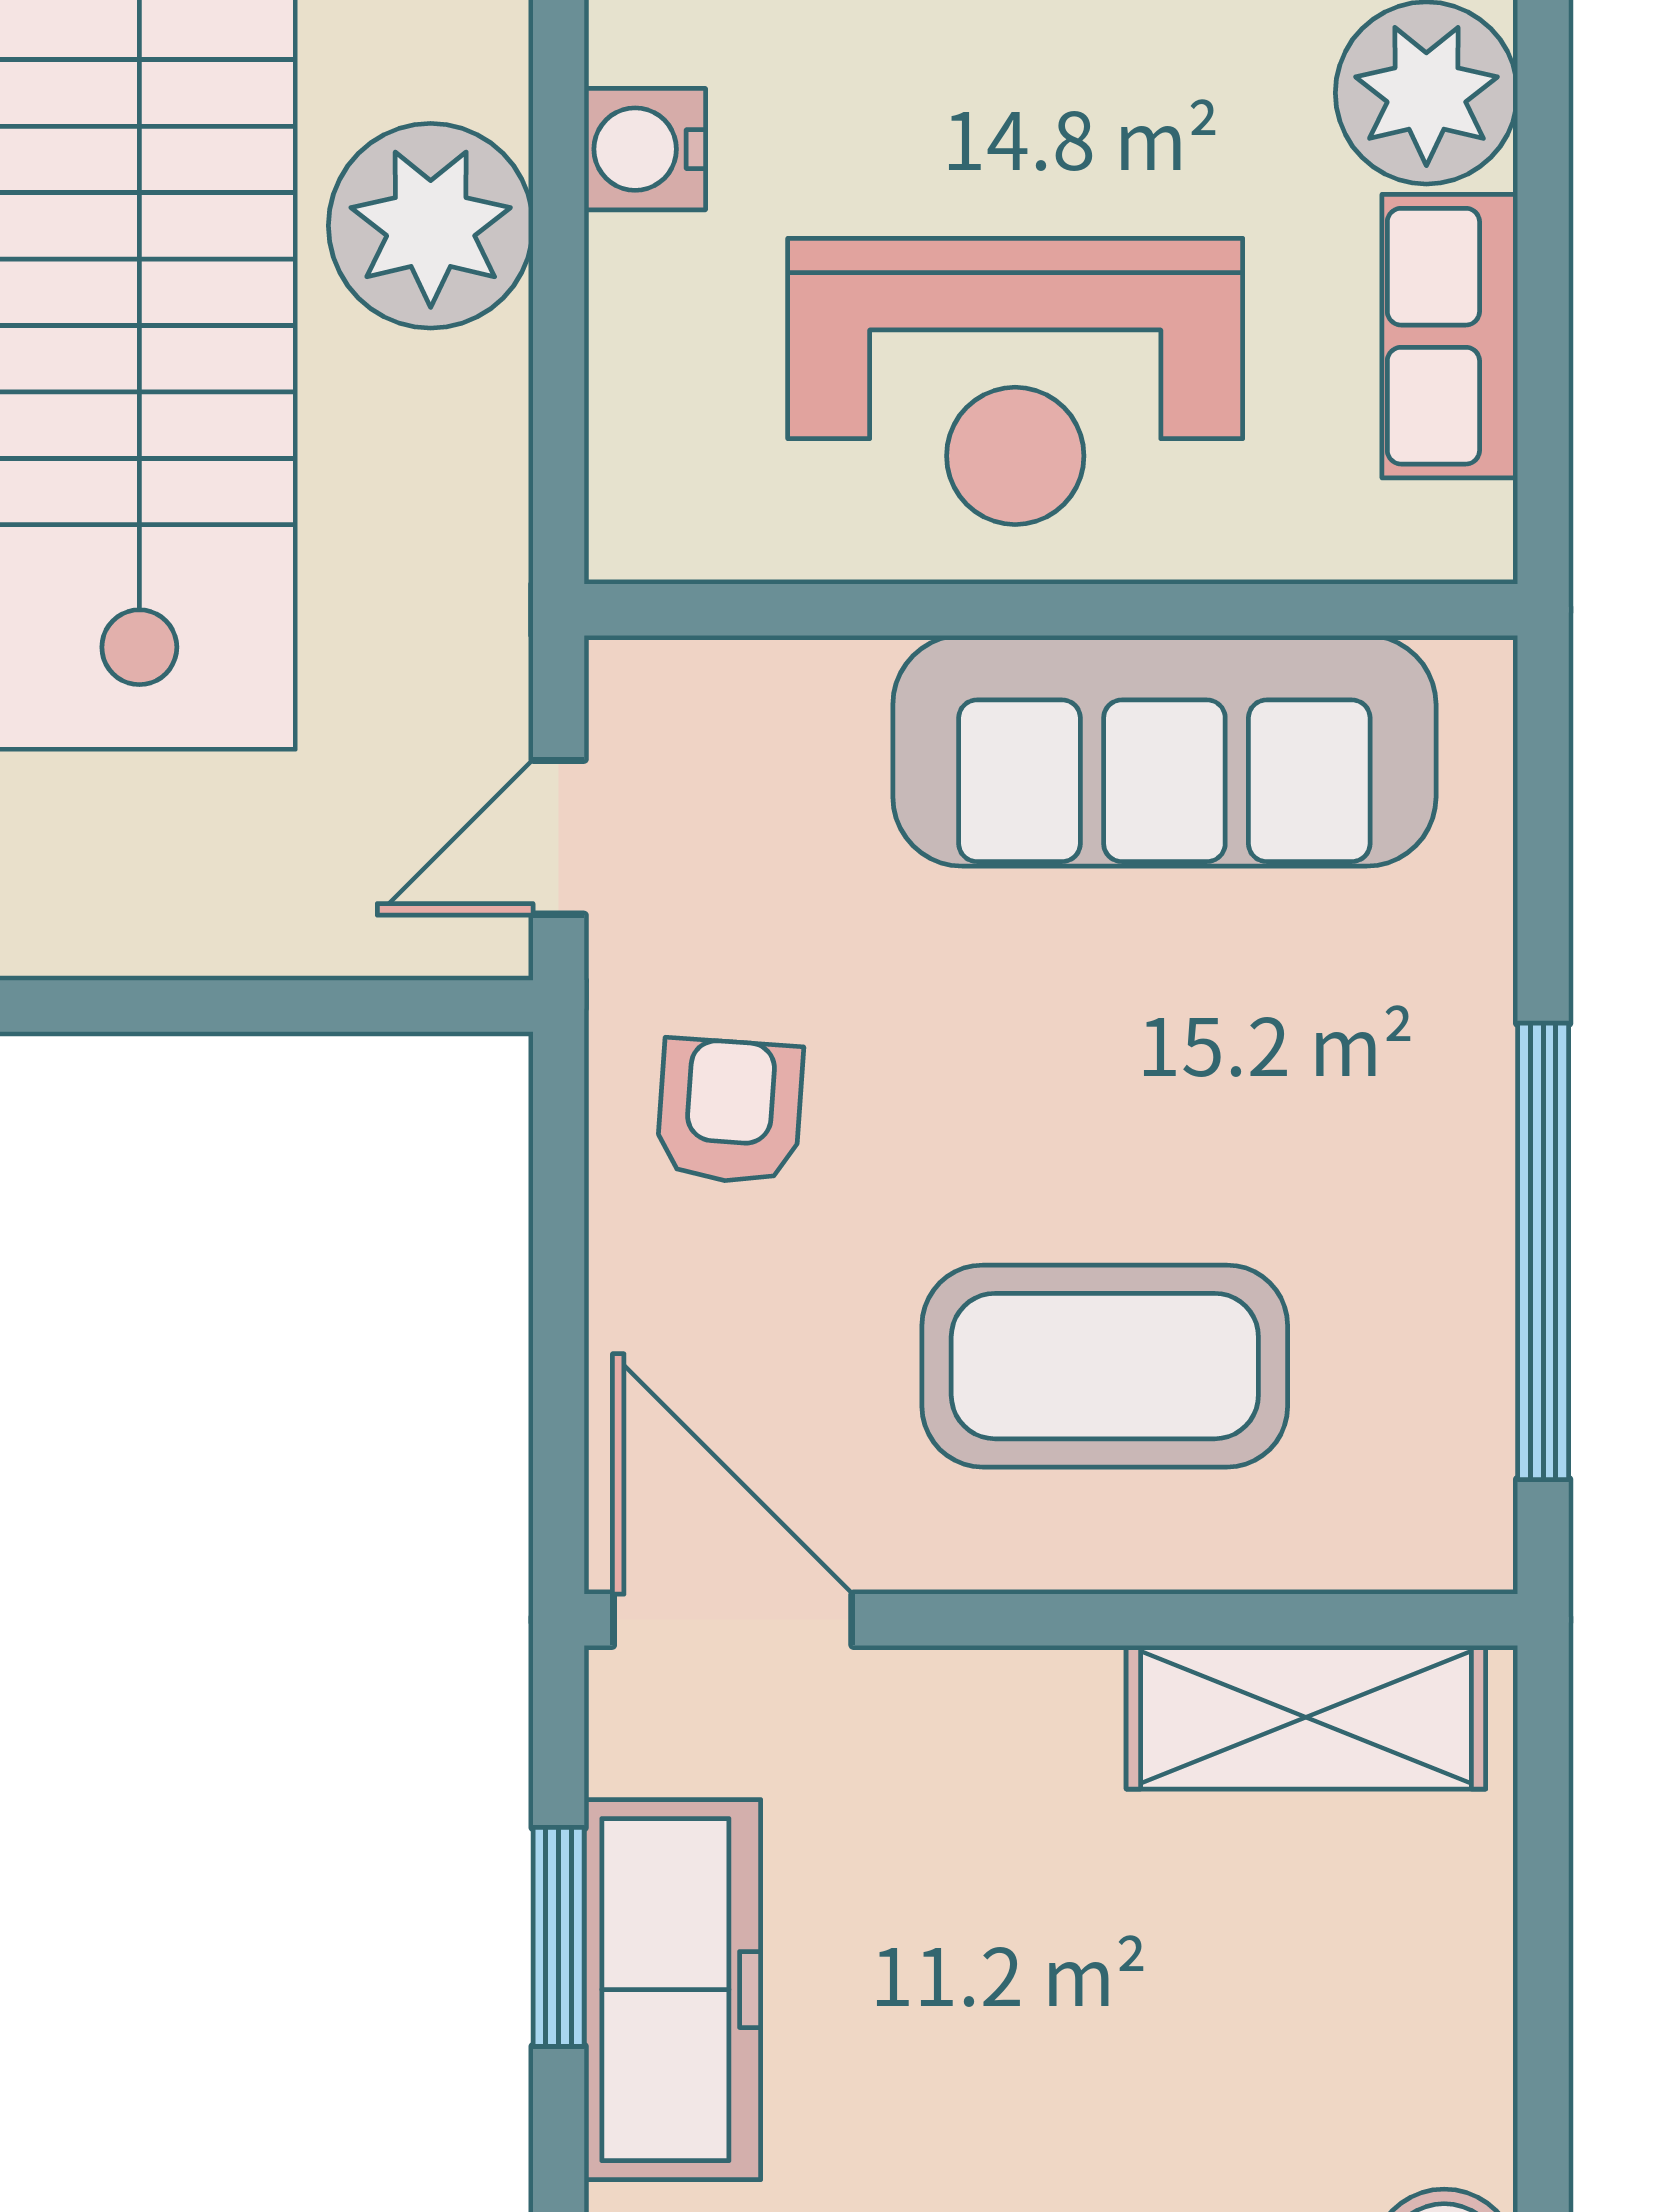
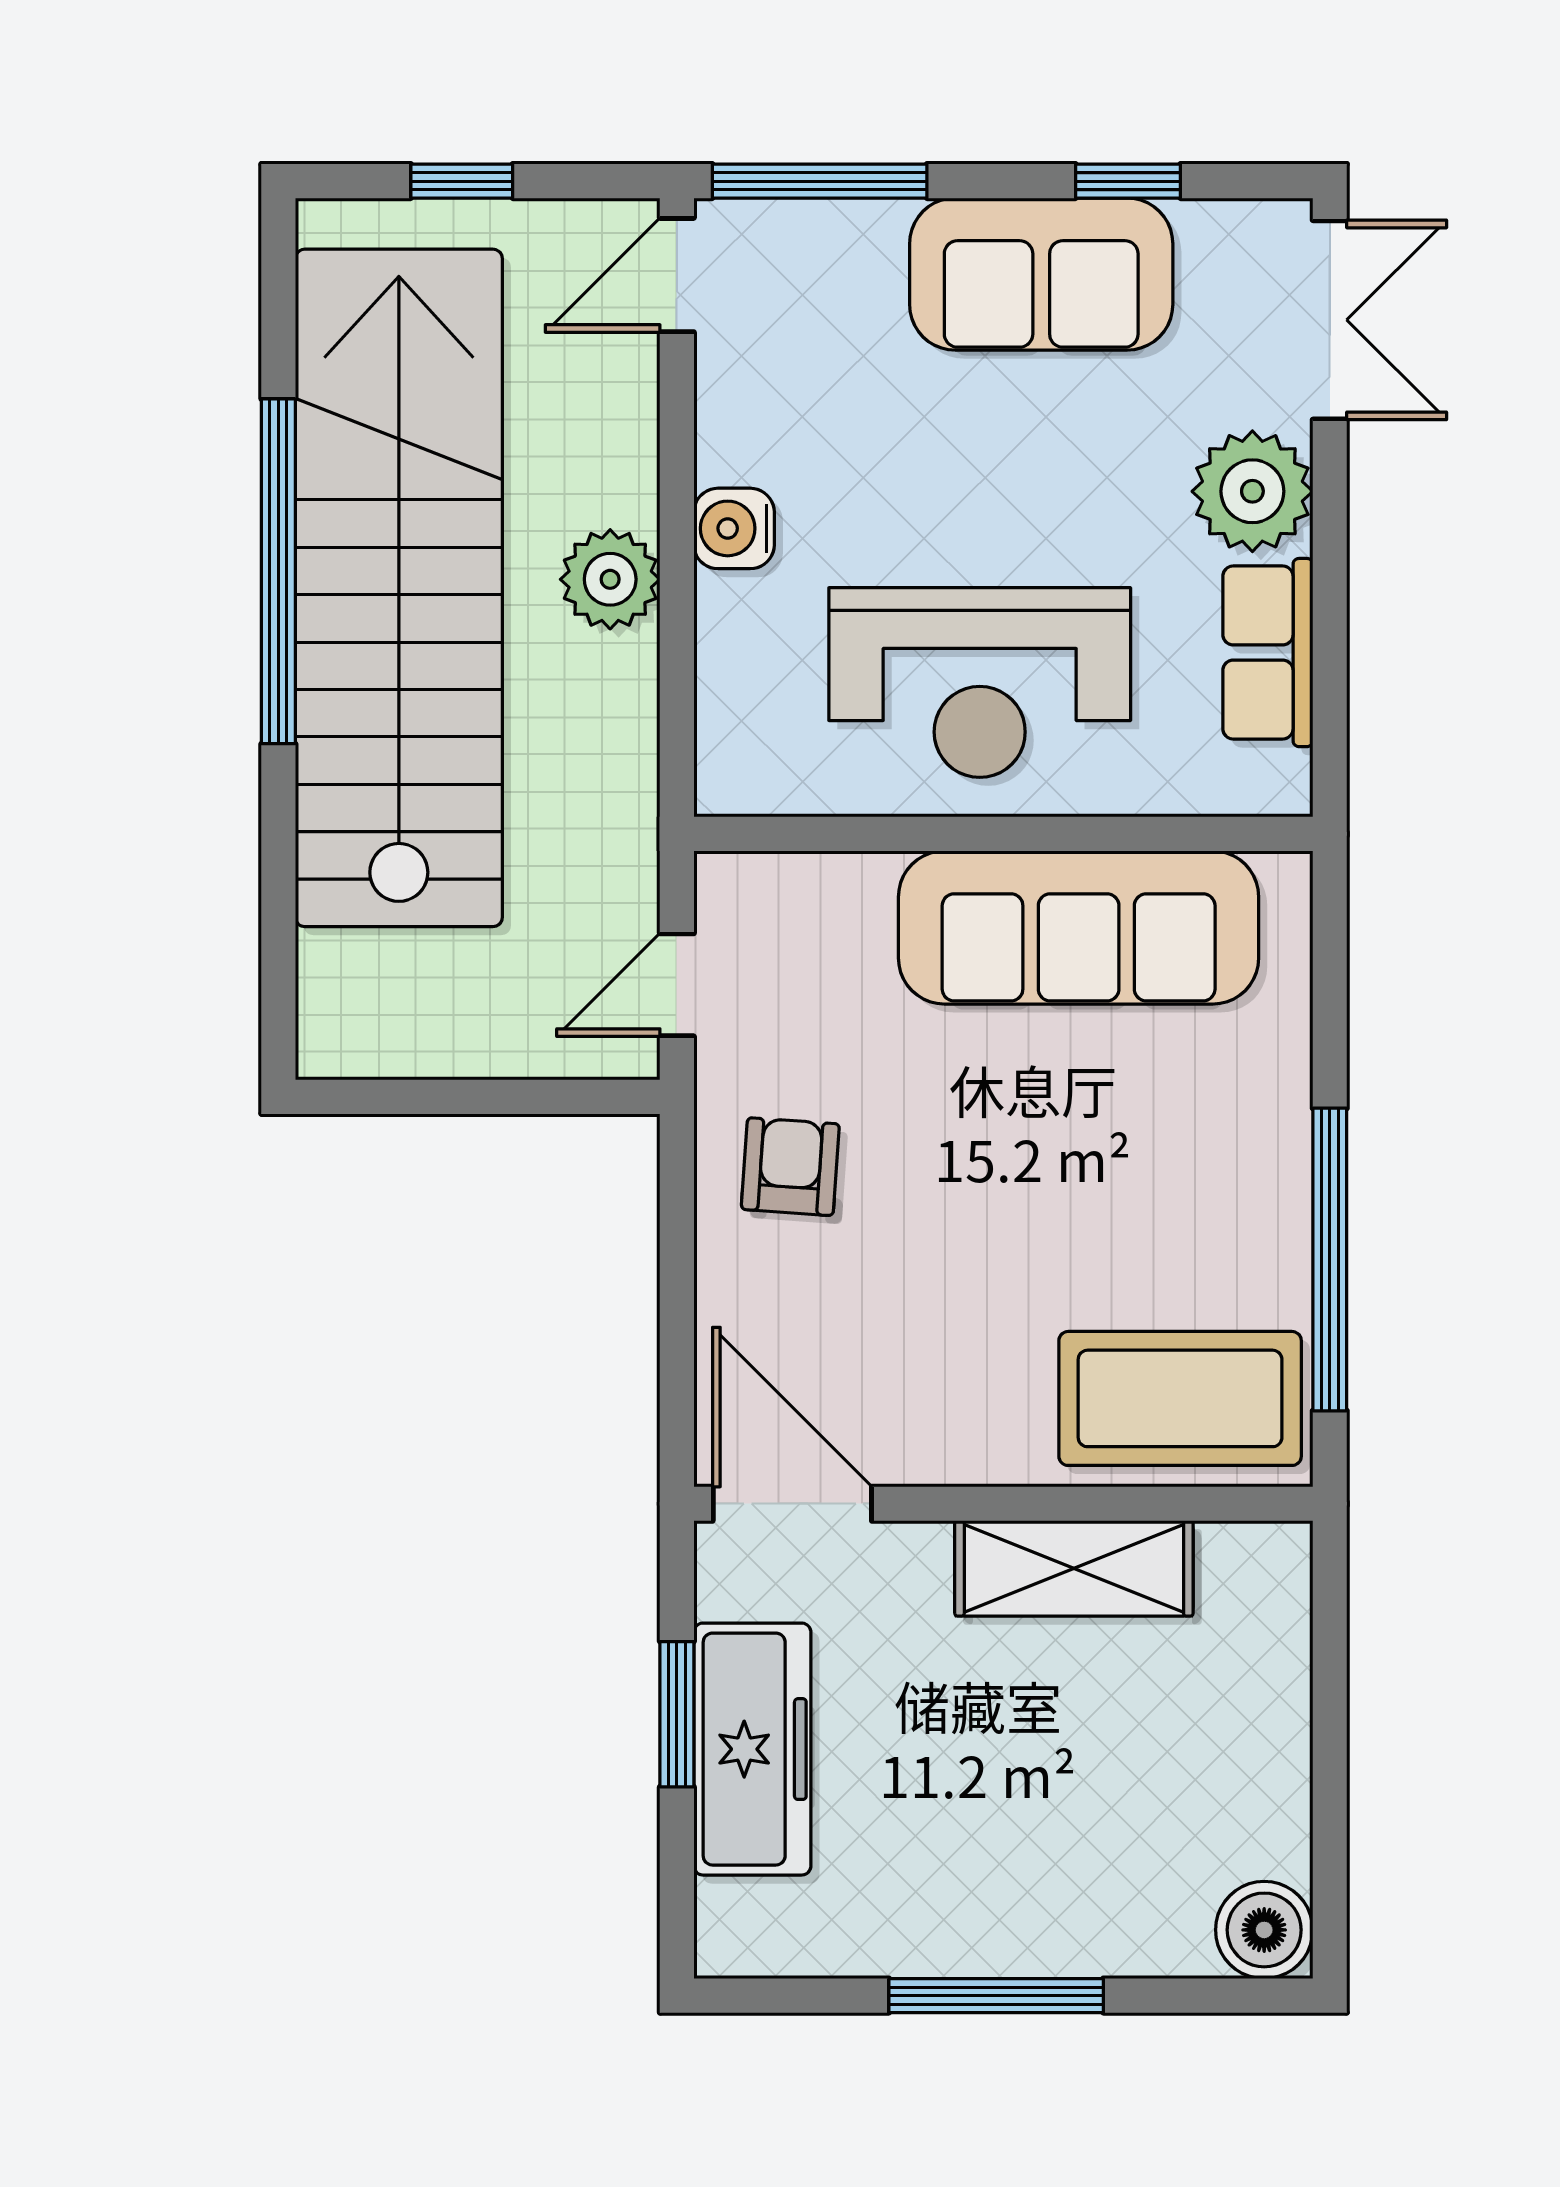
plant: (431, 226) -> (610, 579), width x0.73, depth x0.73
coffee table: (1105, 1366) -> (1180, 1398), moved
shelving: (1306, 1717) -> (1074, 1568), moved

